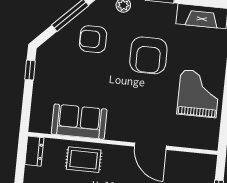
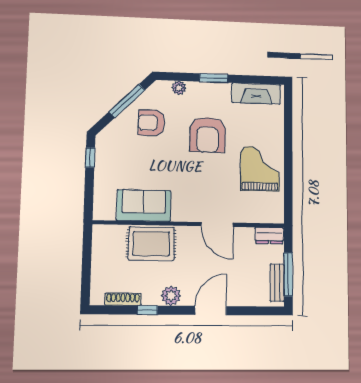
dresser: (34, 151) -> (269, 236), moved, turned 90
rug: (84, 160) -> (151, 244), width x1.36, depth x1.43

